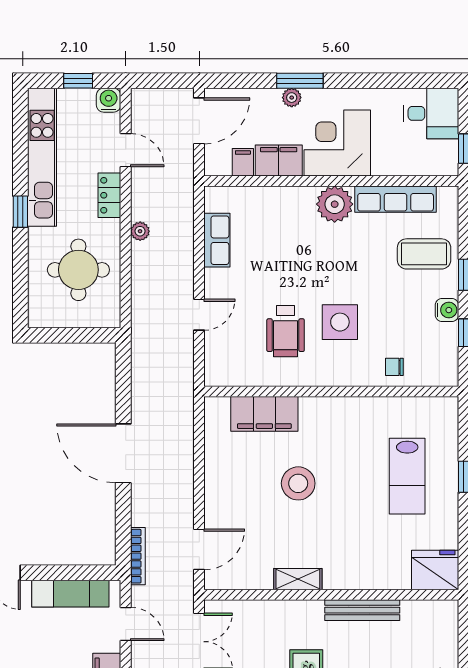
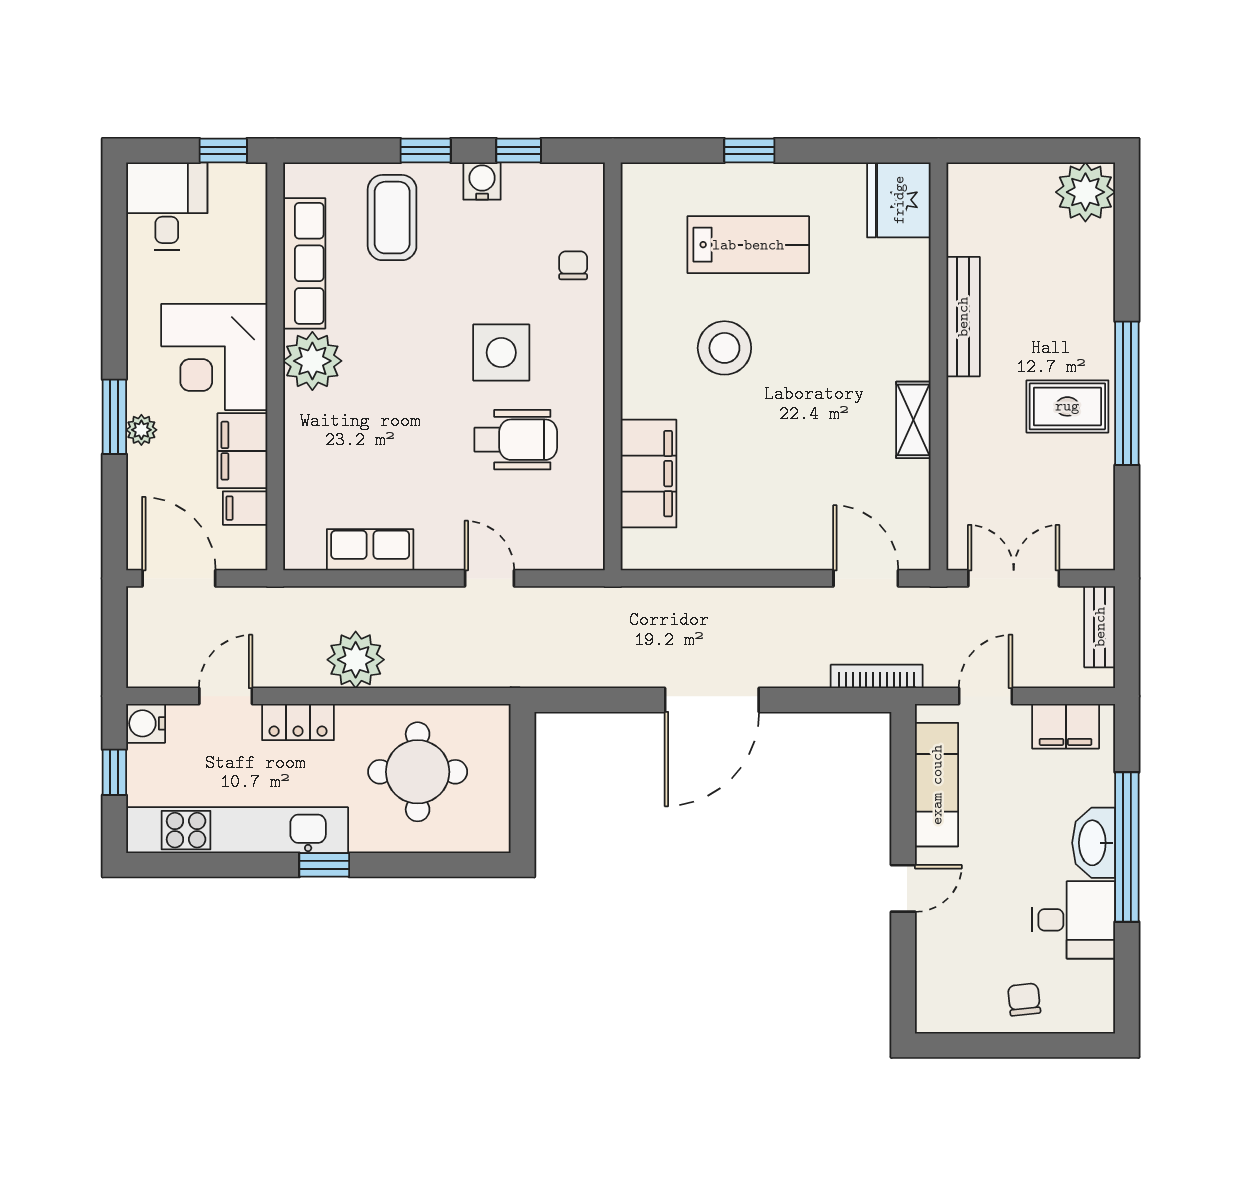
plant: (140, 231) -> (356, 660), width x1.88, depth x1.88
chair: (394, 367) -> (573, 265), turned 180
stool: (298, 483) -> (724, 348), moved

